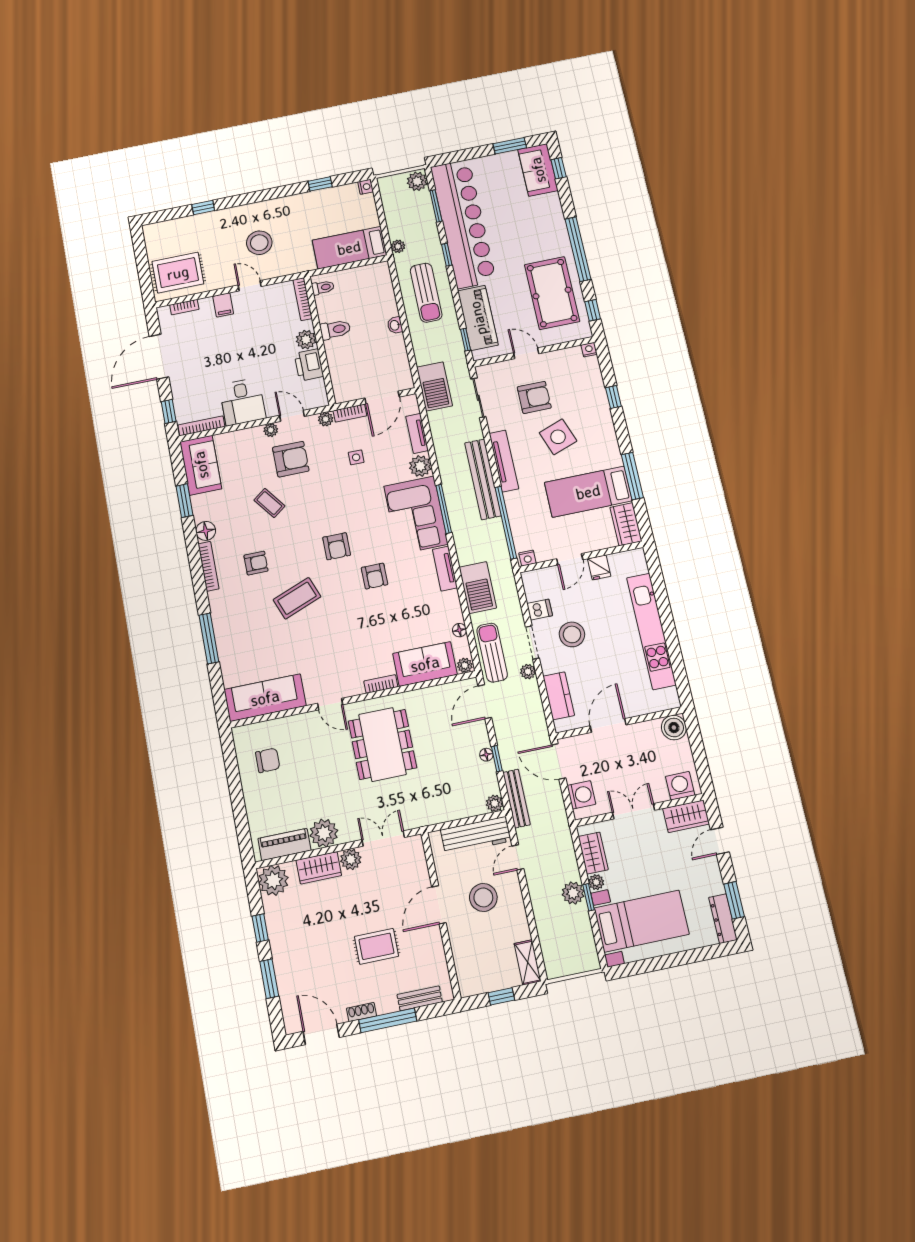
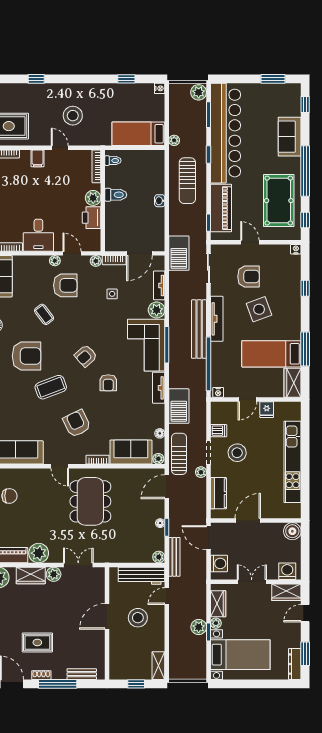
sofa: (538, 170) -> (290, 137), moved
armchair: (337, 546) -> (86, 356), turned 48
armchair: (256, 563) -> (27, 356), width x1.88, depth x1.88
armchair: (342, 640) -> (77, 423), added
rug: (376, 946) -> (37, 642), moved

